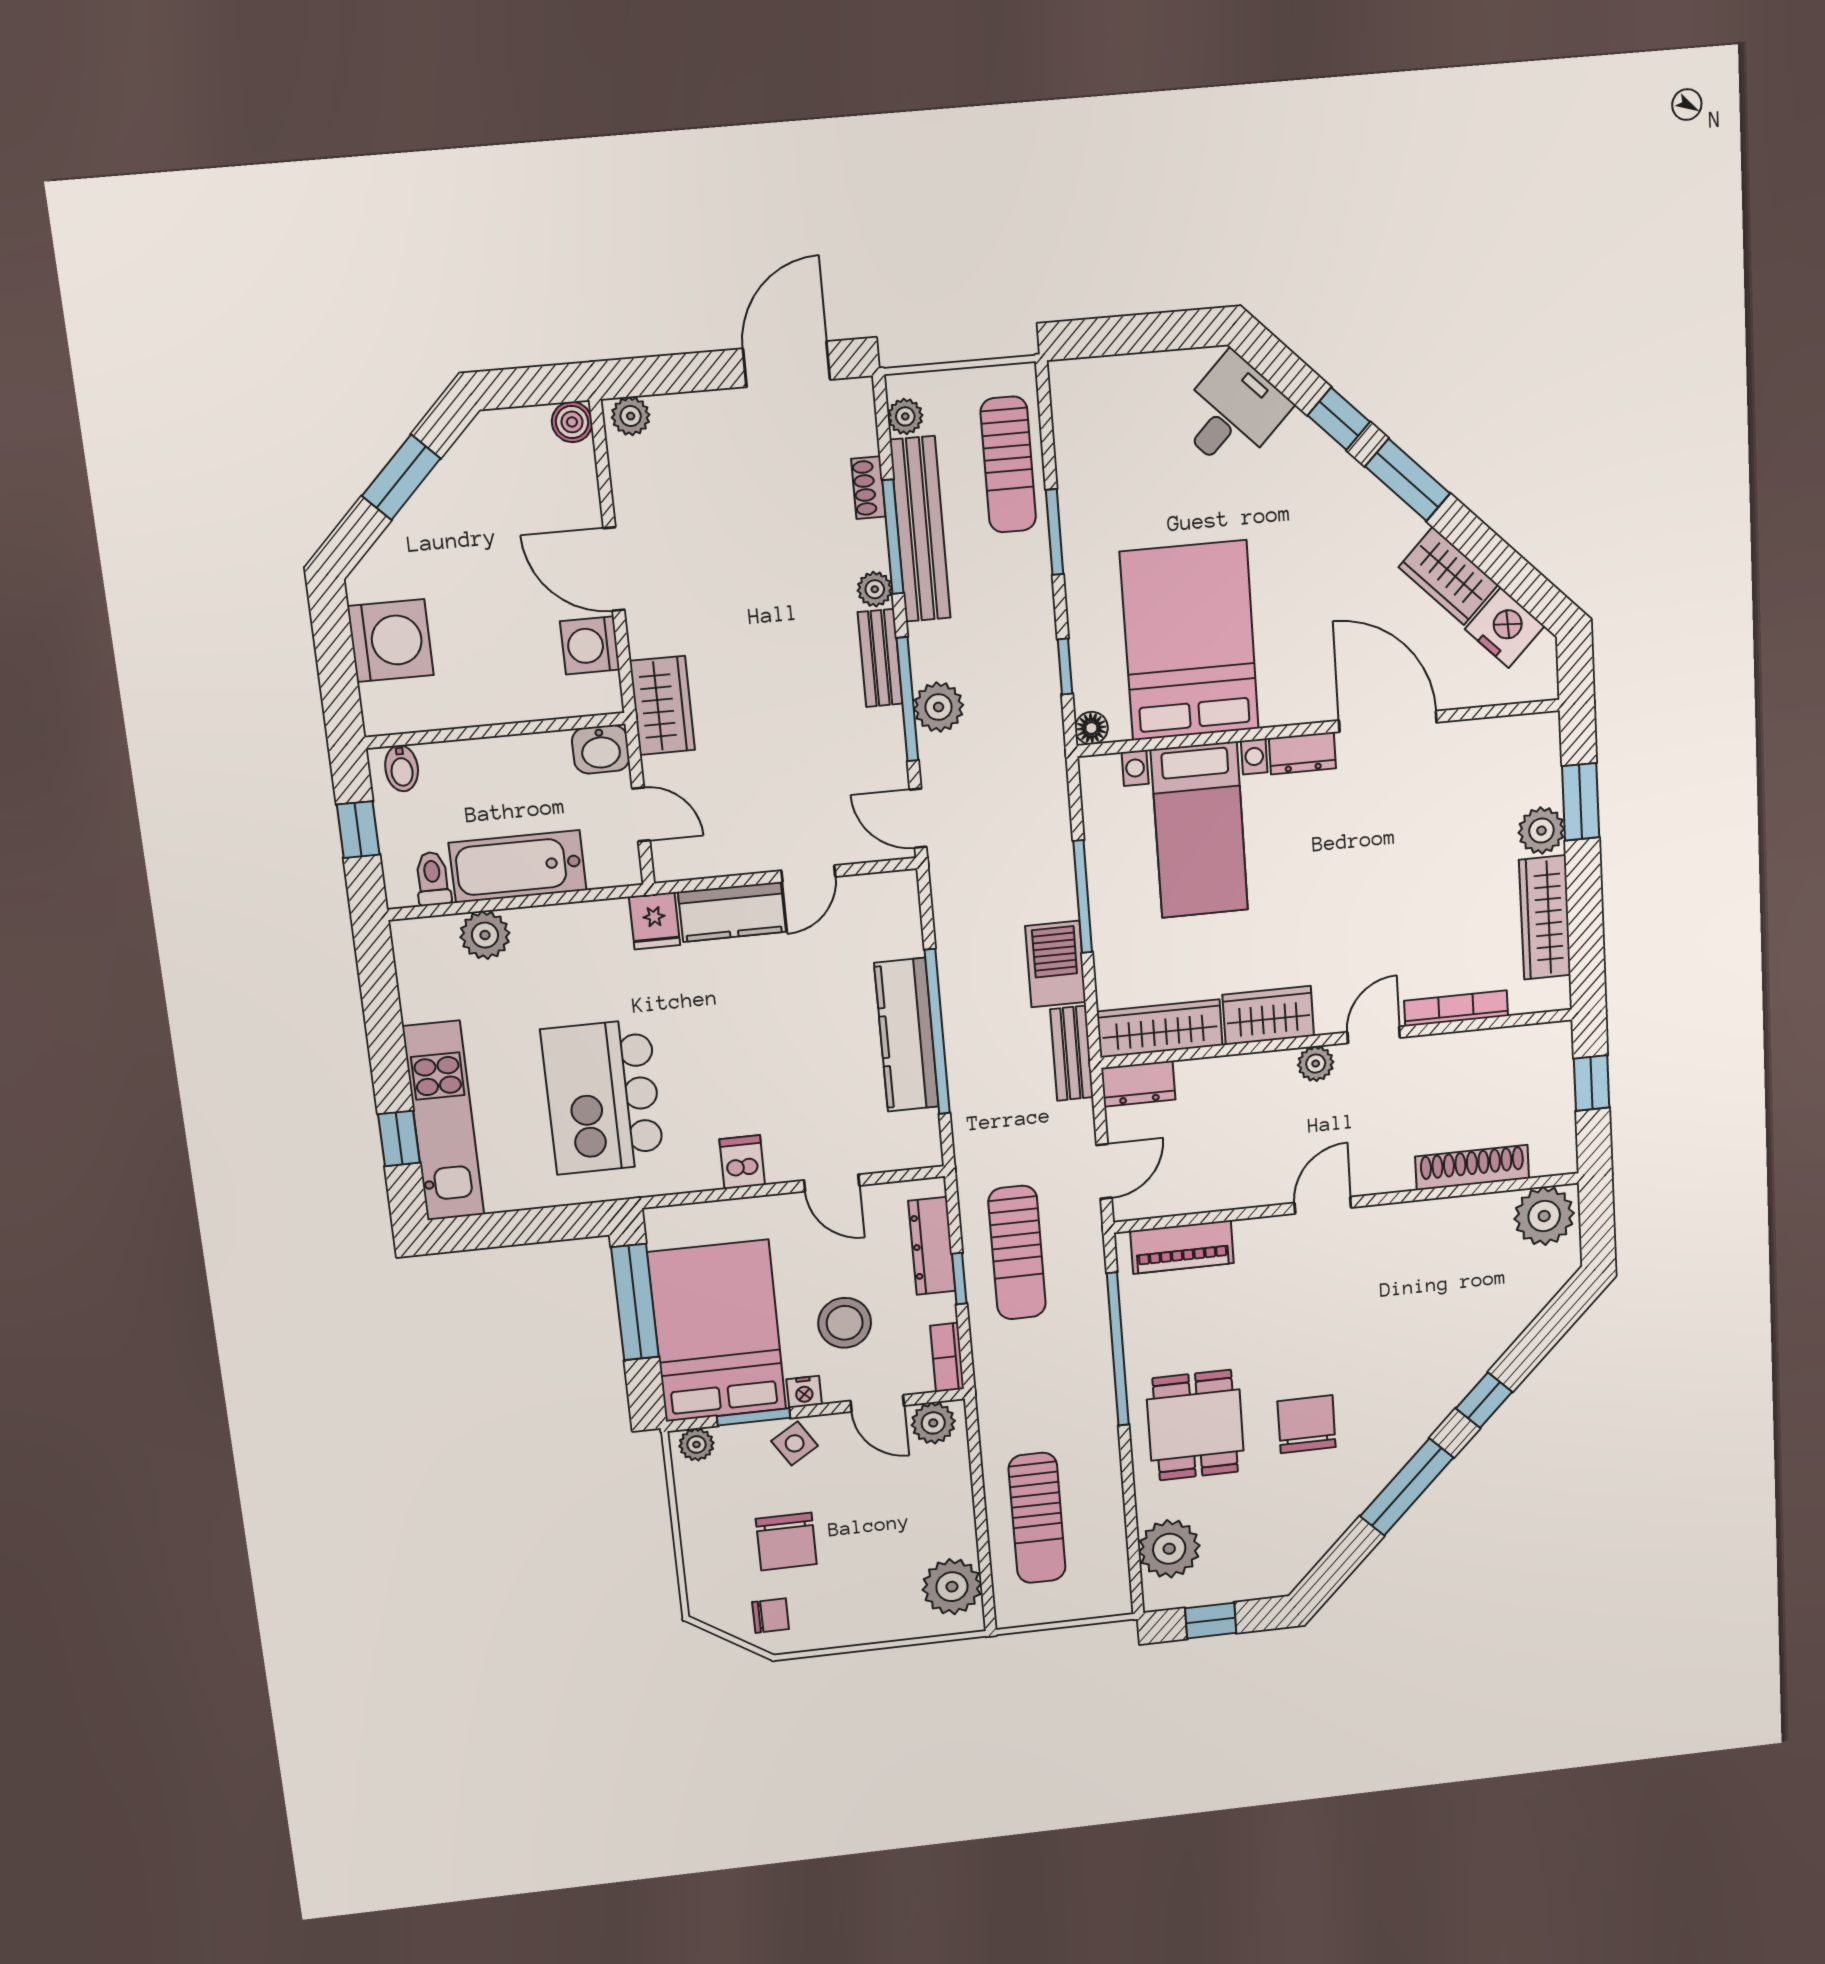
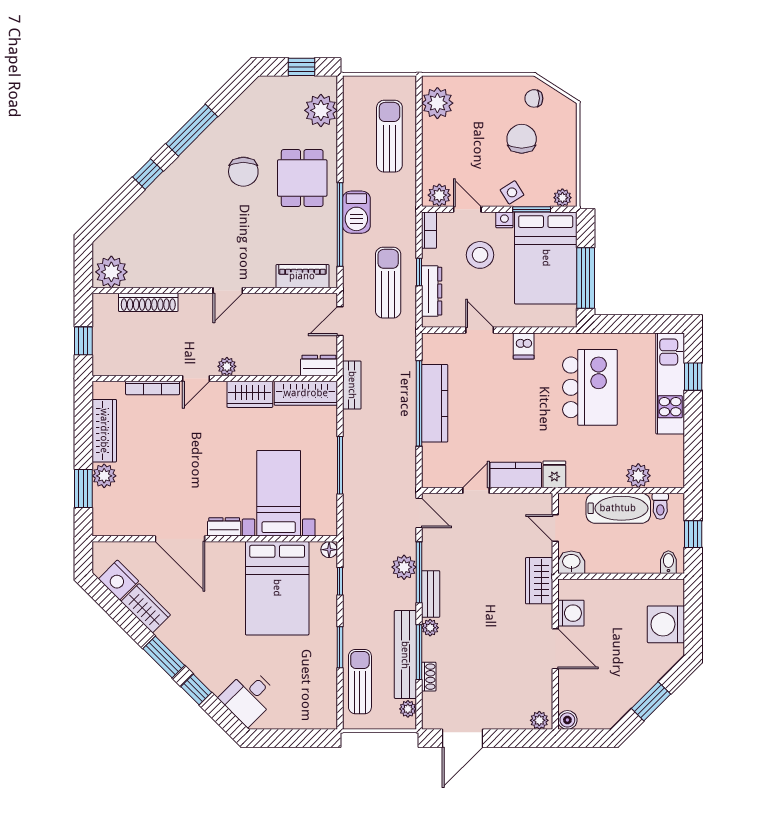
barbecue: (1055, 964) -> (356, 212), moved

